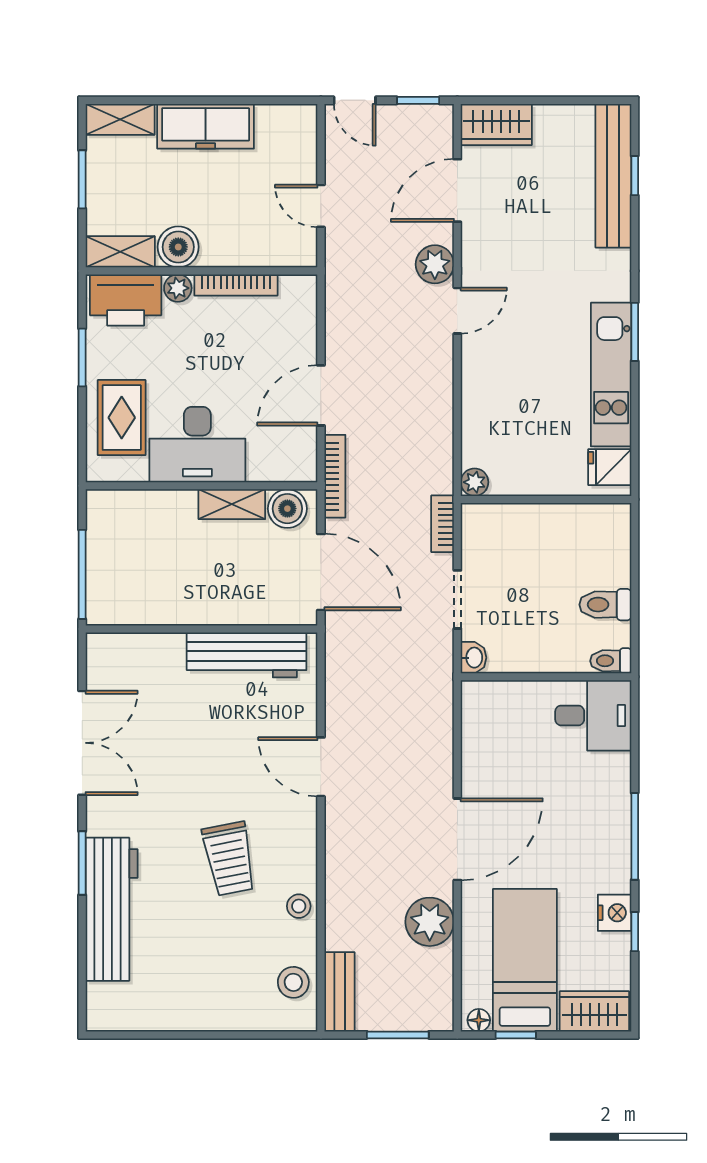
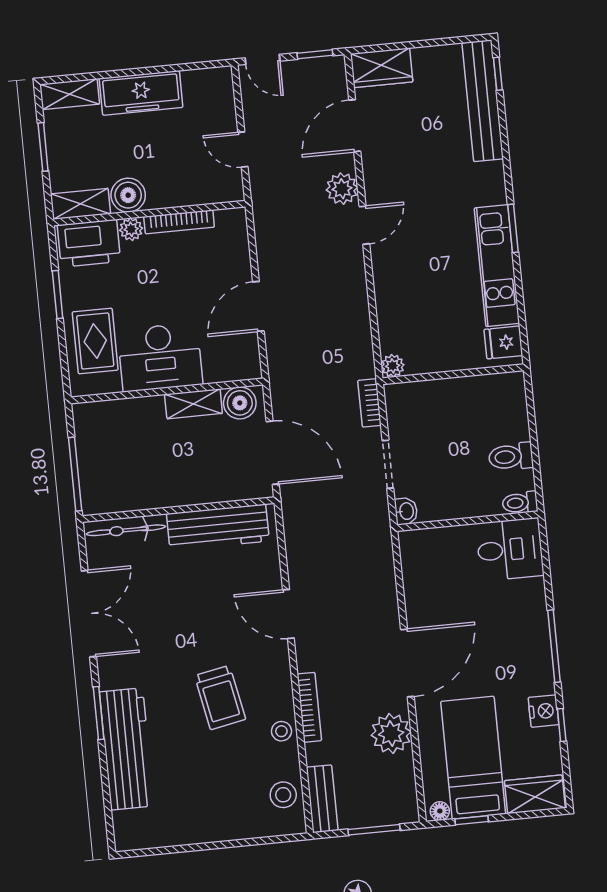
window: (635, 176) -> (498, 74), moved
bookcase: (335, 476) -> (309, 707), moved
bicycle: (136, 648) -> (126, 530), added

